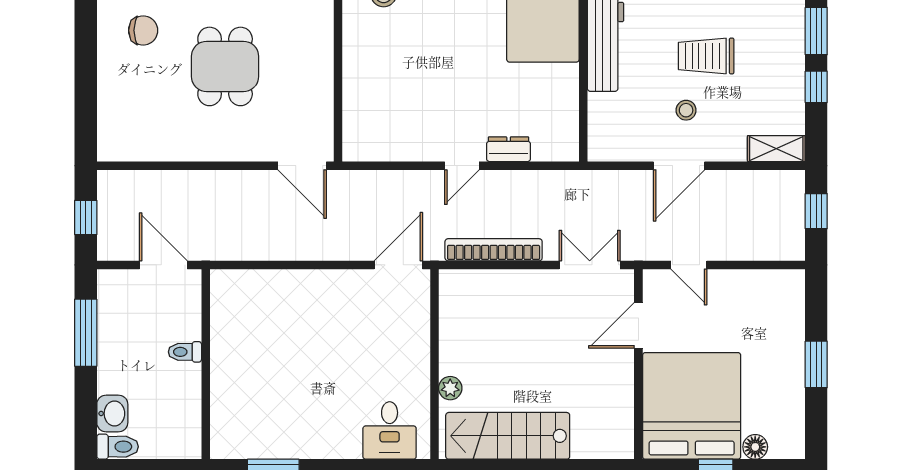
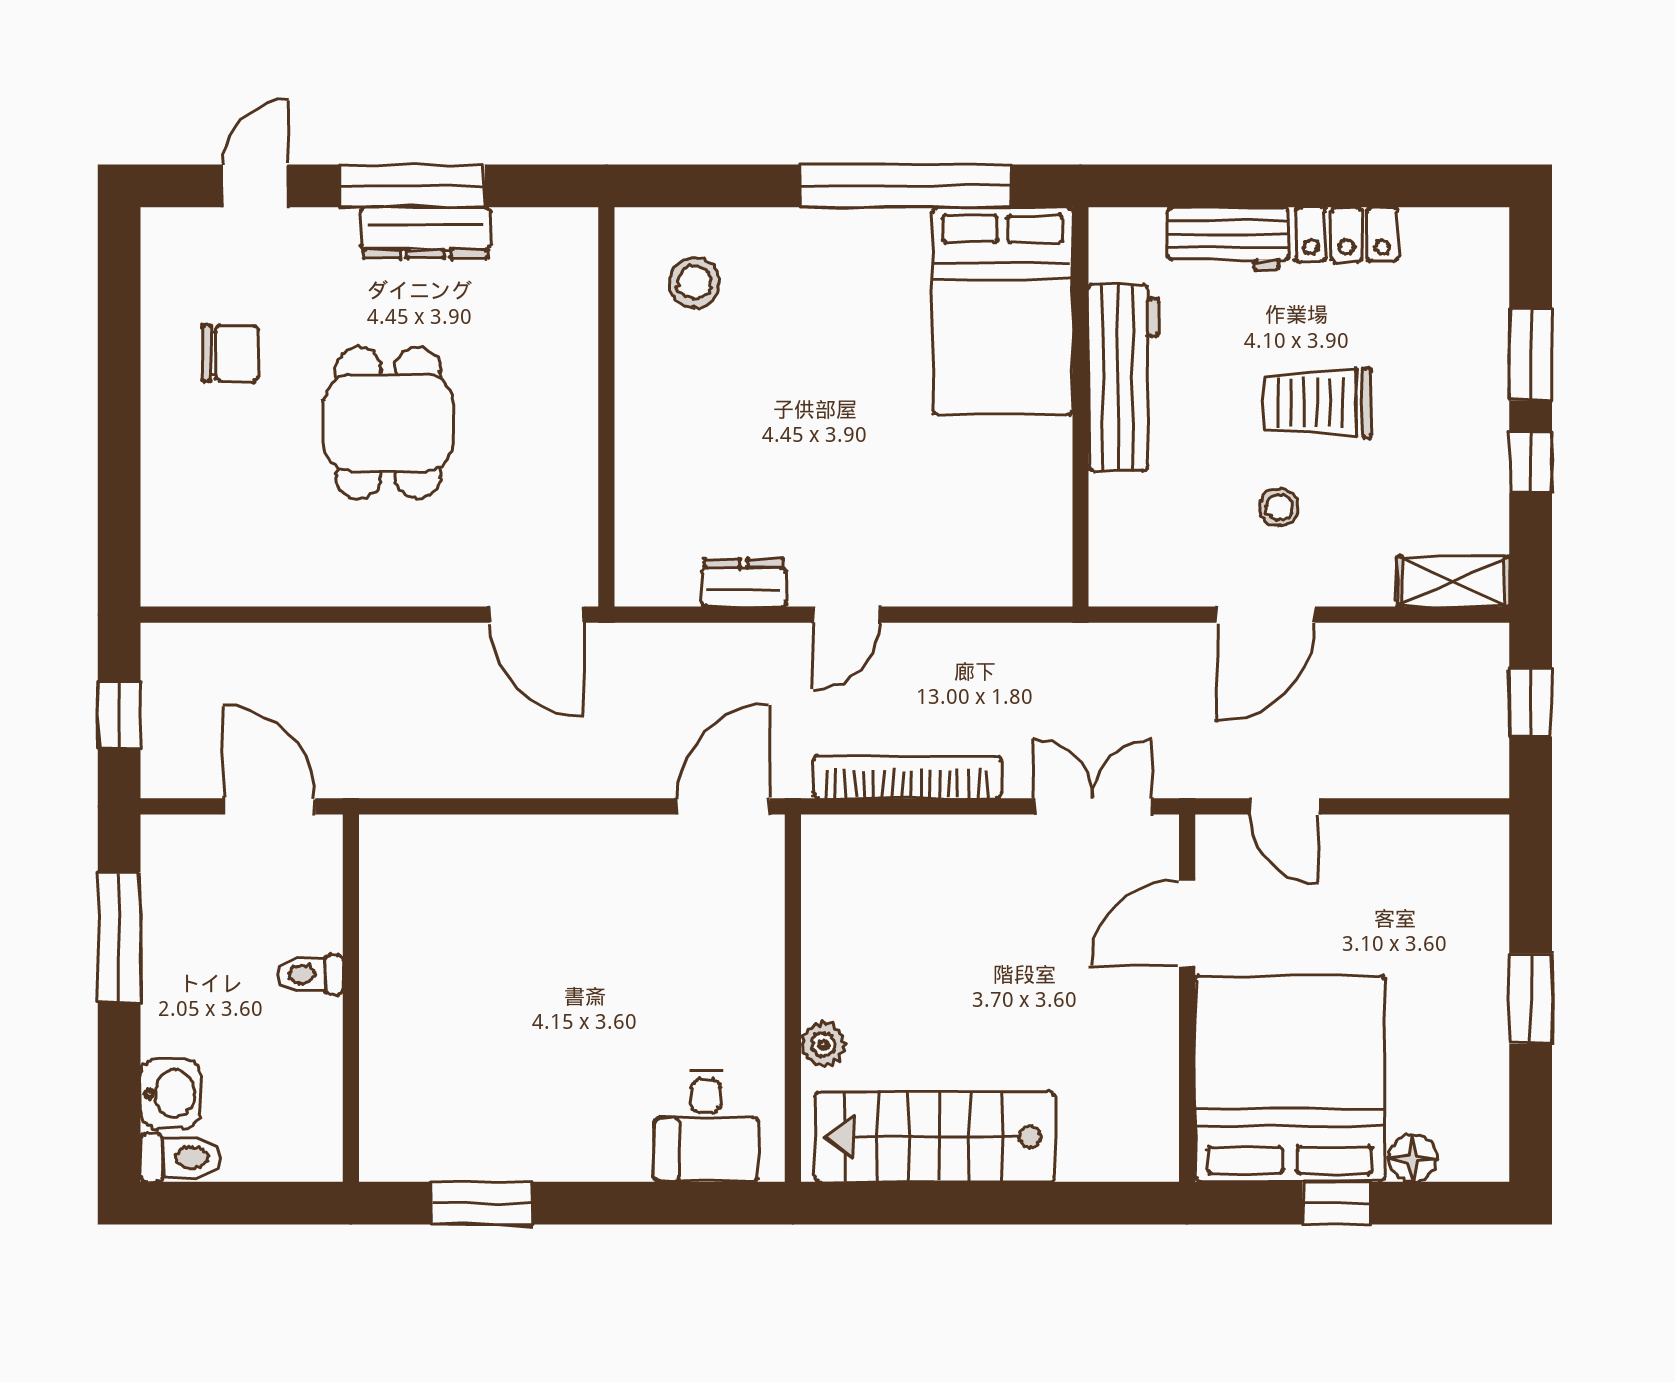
dresser: (509, 149) -> (744, 583), moved

